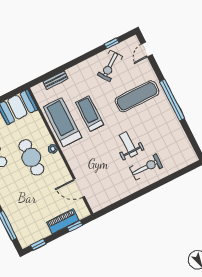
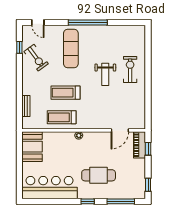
treadmill: (62, 122) -> (62, 117), width x0.73, depth x0.73
weight bench: (128, 144) -> (105, 74), turned -90
cafe table: (31, 157) -> (99, 175), moved
piano: (63, 221) -> (140, 145), moved

